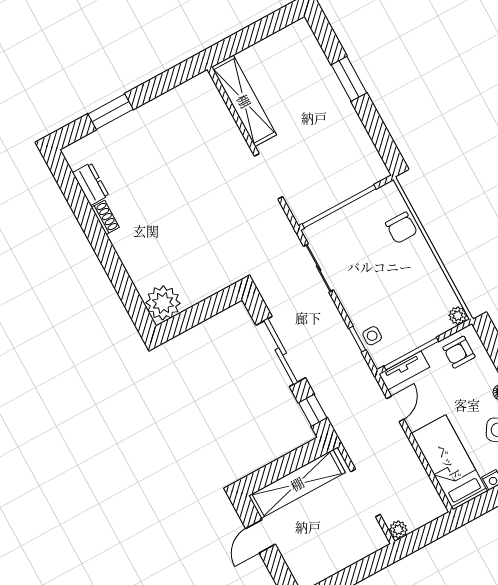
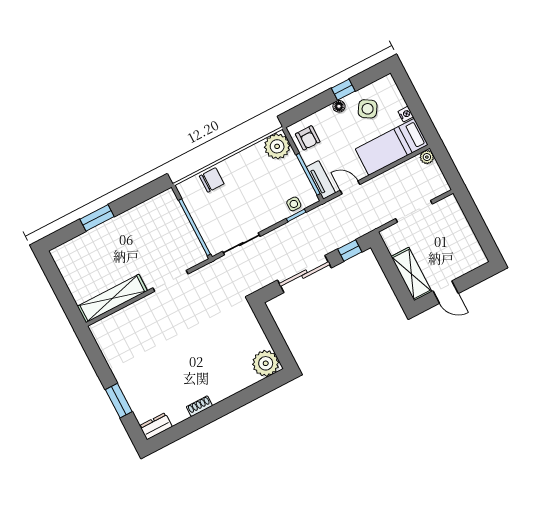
dresser: (91, 184) -> (156, 426), moved
plant: (458, 316) -> (277, 146), width x1.88, depth x1.88
shelving: (297, 484) -> (411, 274), width x0.68
plant: (398, 530) -> (427, 157), moved

